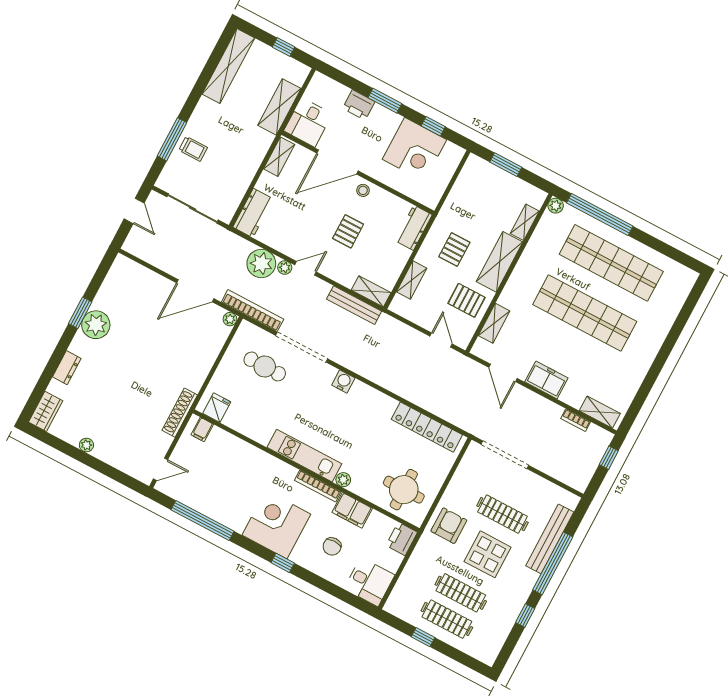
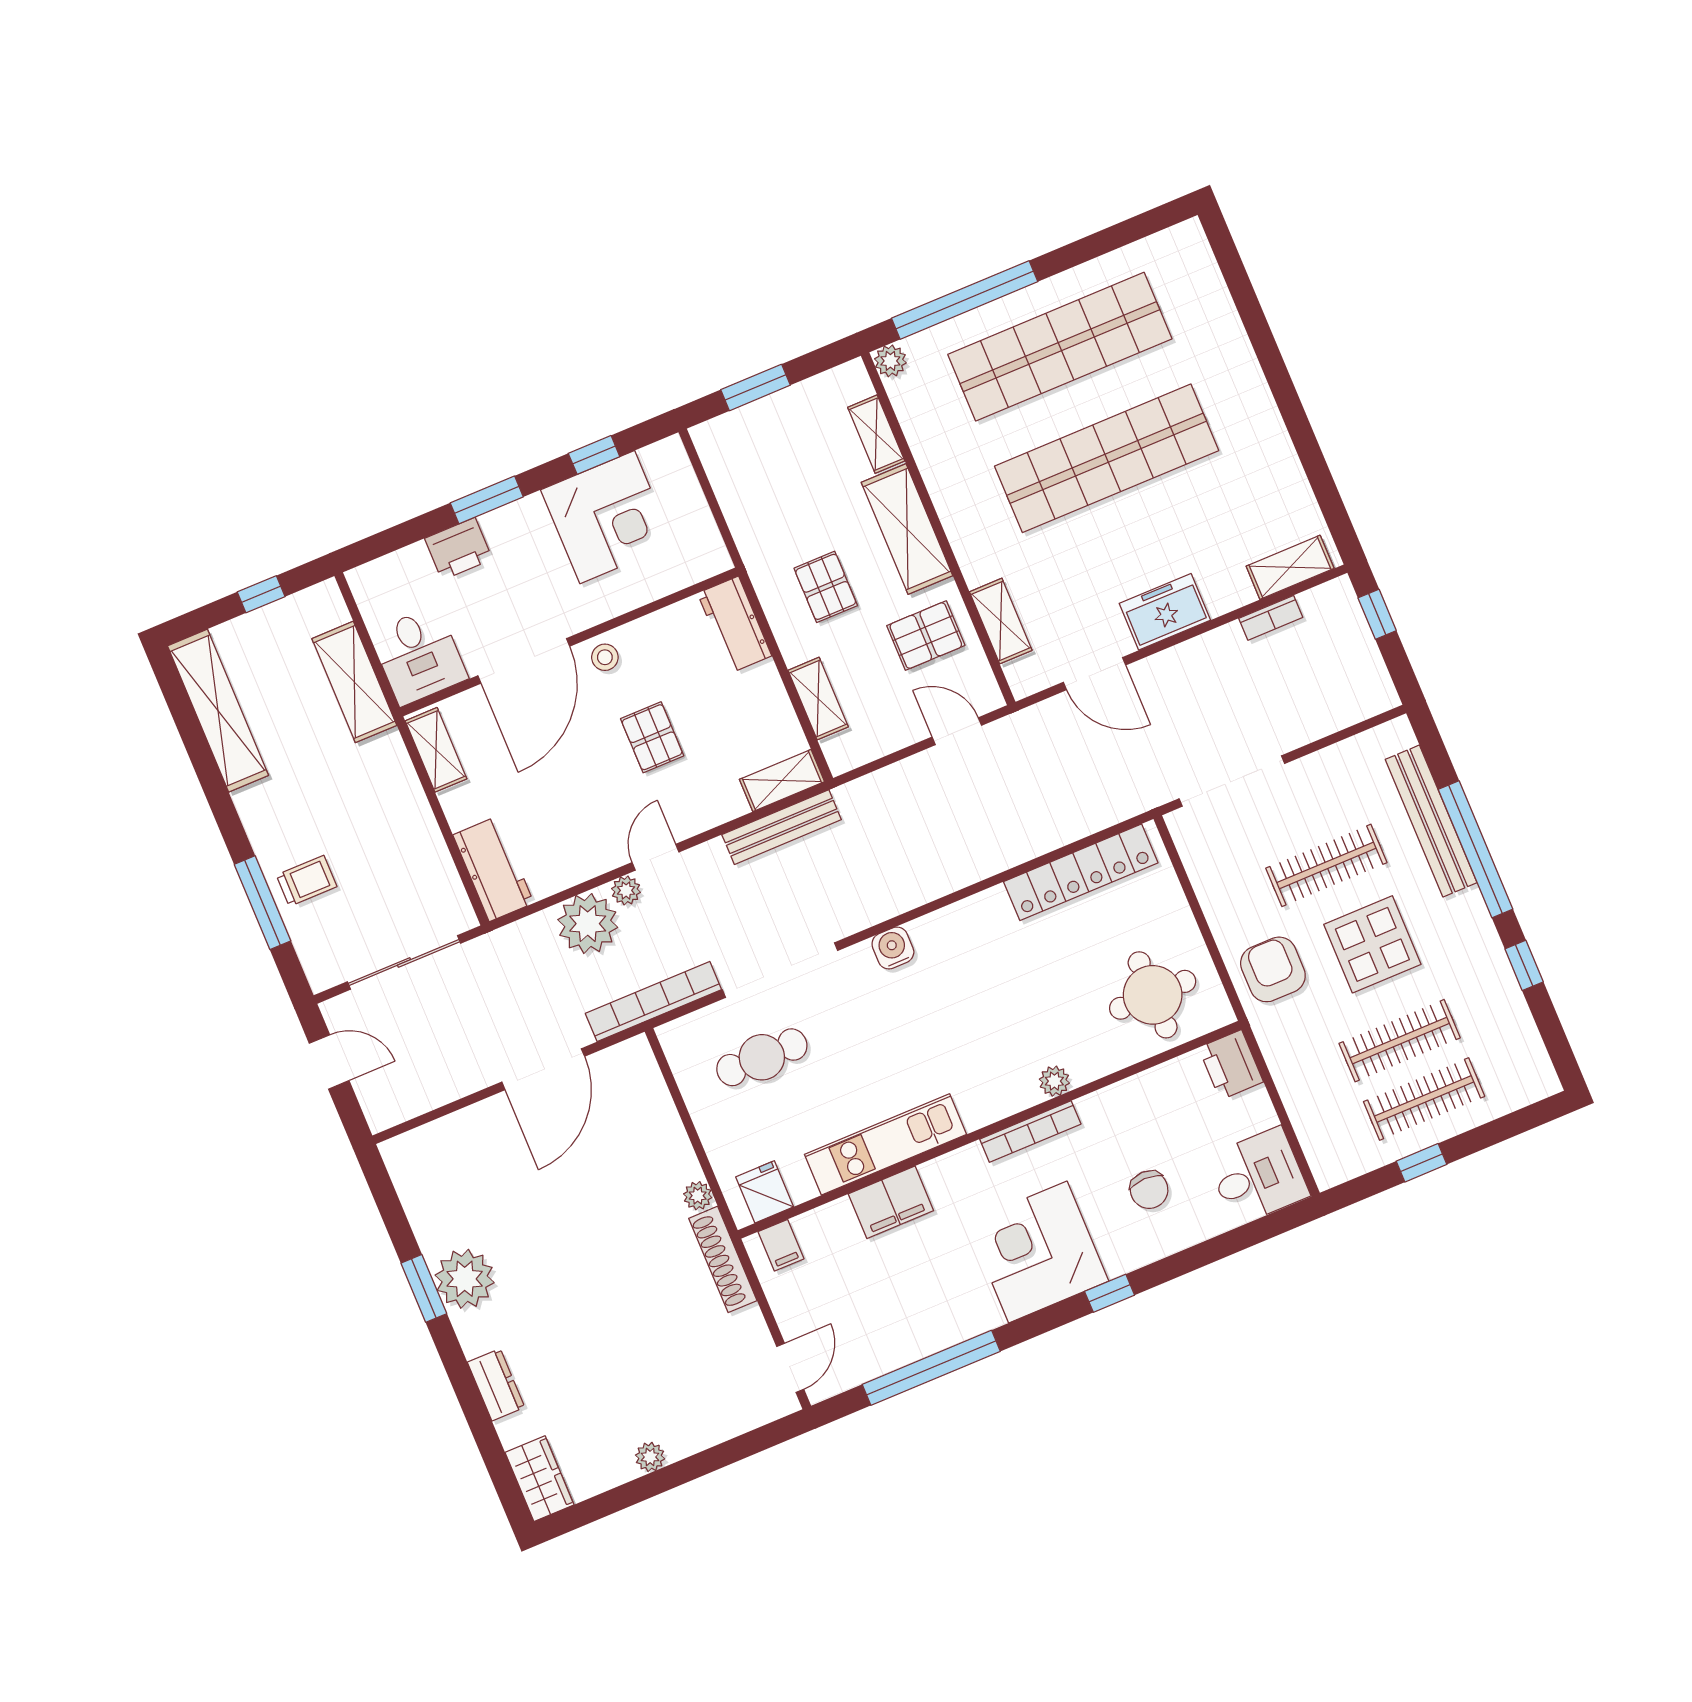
plant: (230, 319) -> (698, 1196), moved
kitchen unit: (304, 456) -> (886, 1144), moved
filing cabinet: (352, 510) -> (891, 1202), moved

